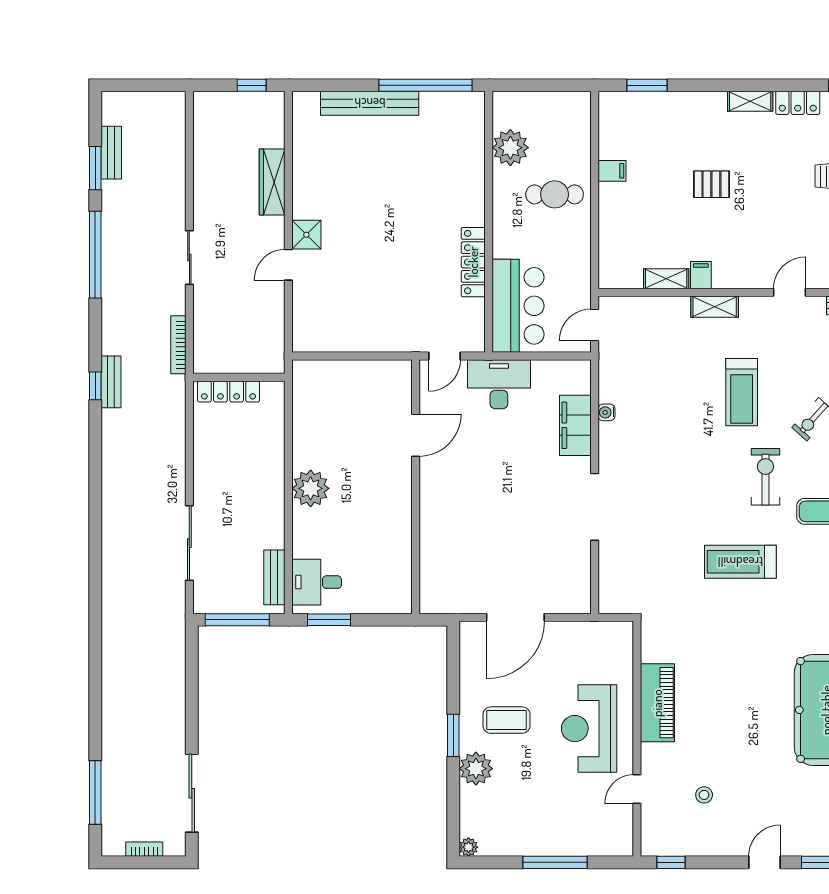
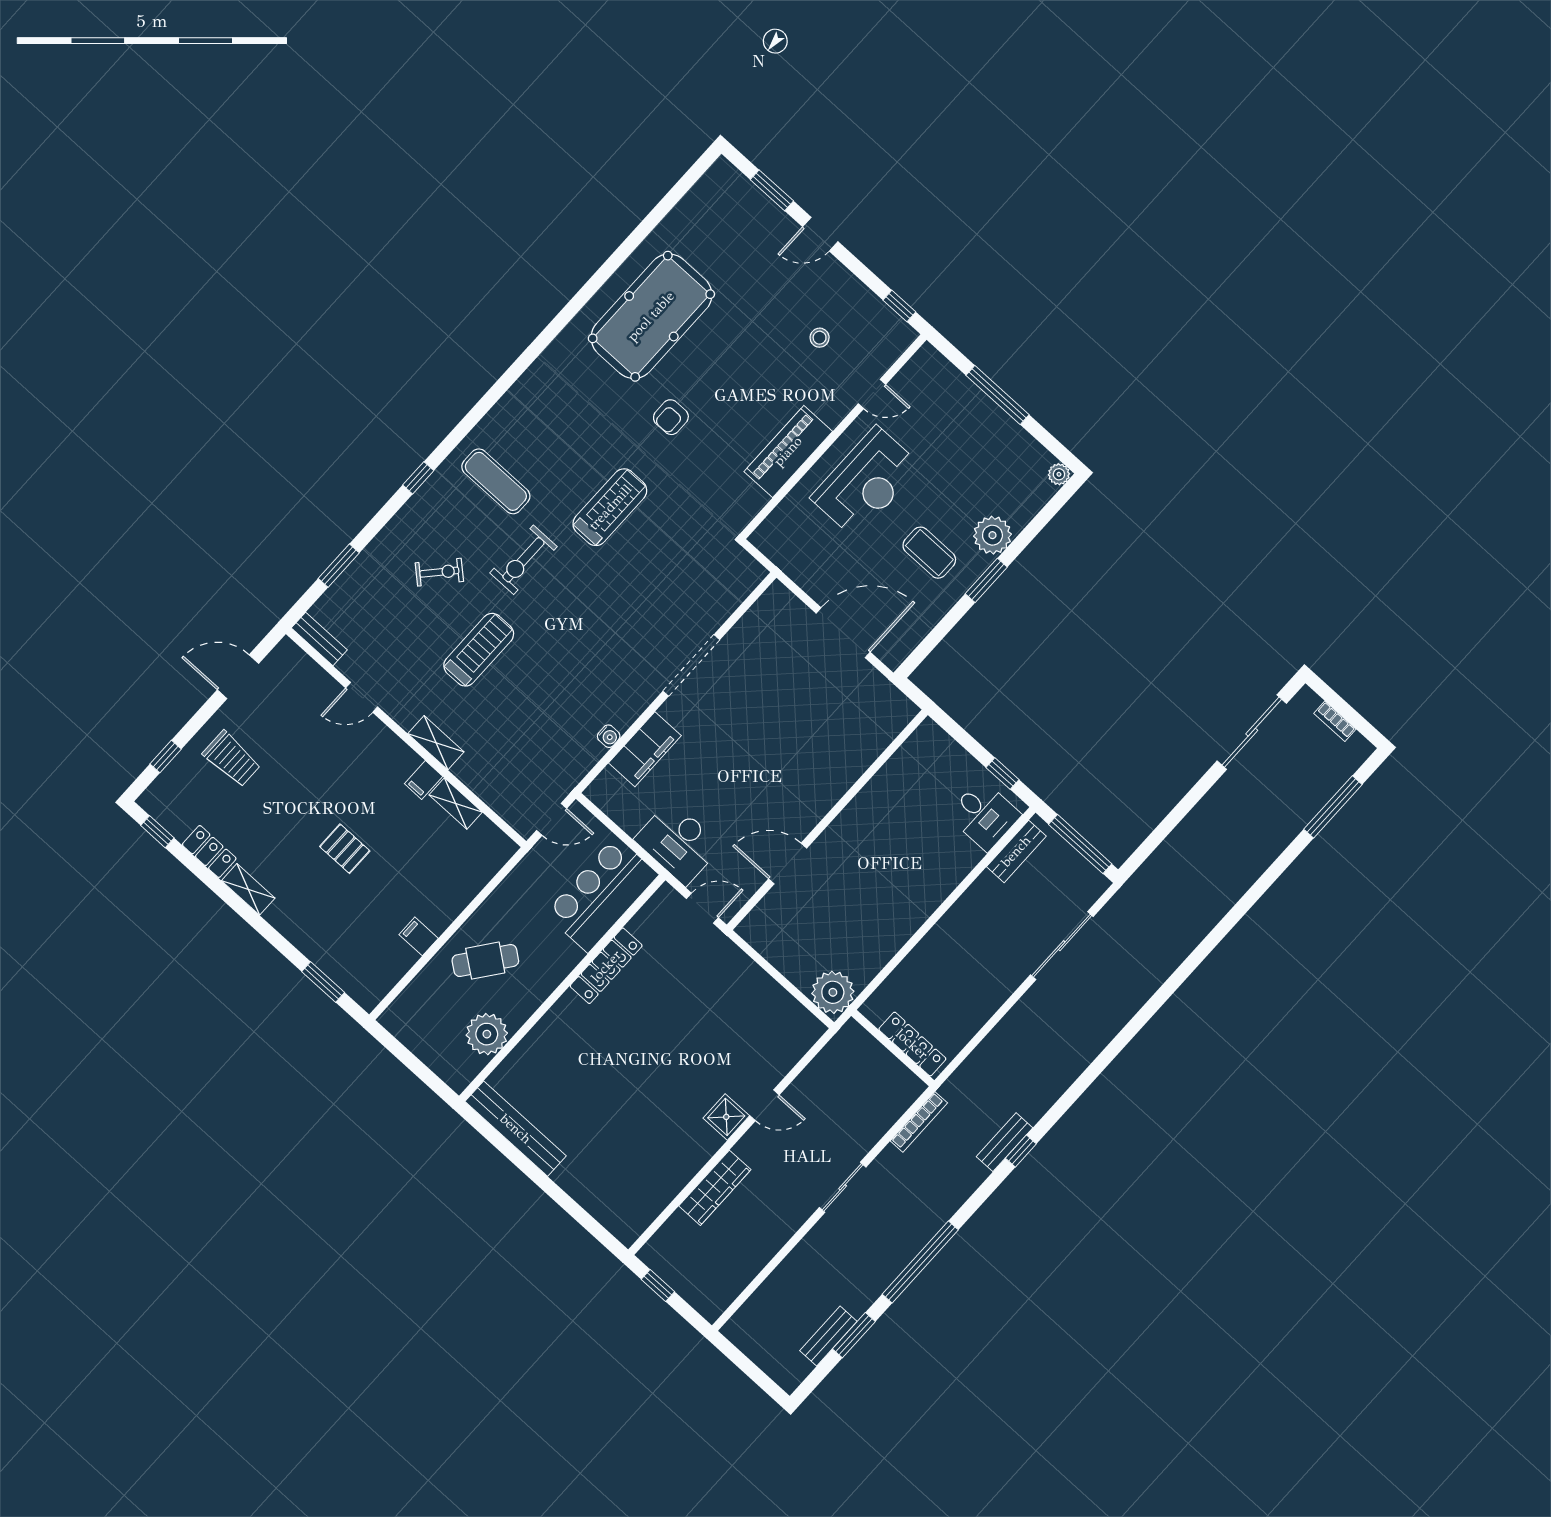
window: (426, 85) -> (511, 1152), removed
bench: (370, 103) -> (516, 1129), moved
cafe table: (555, 194) -> (485, 961), turned -53
plant: (311, 488) -> (833, 992), moved
treadmill: (740, 562) -> (610, 507), turned -90
window: (329, 620) -> (1003, 774), width x0.67
armchair: (754, 656) -> (671, 417), added

